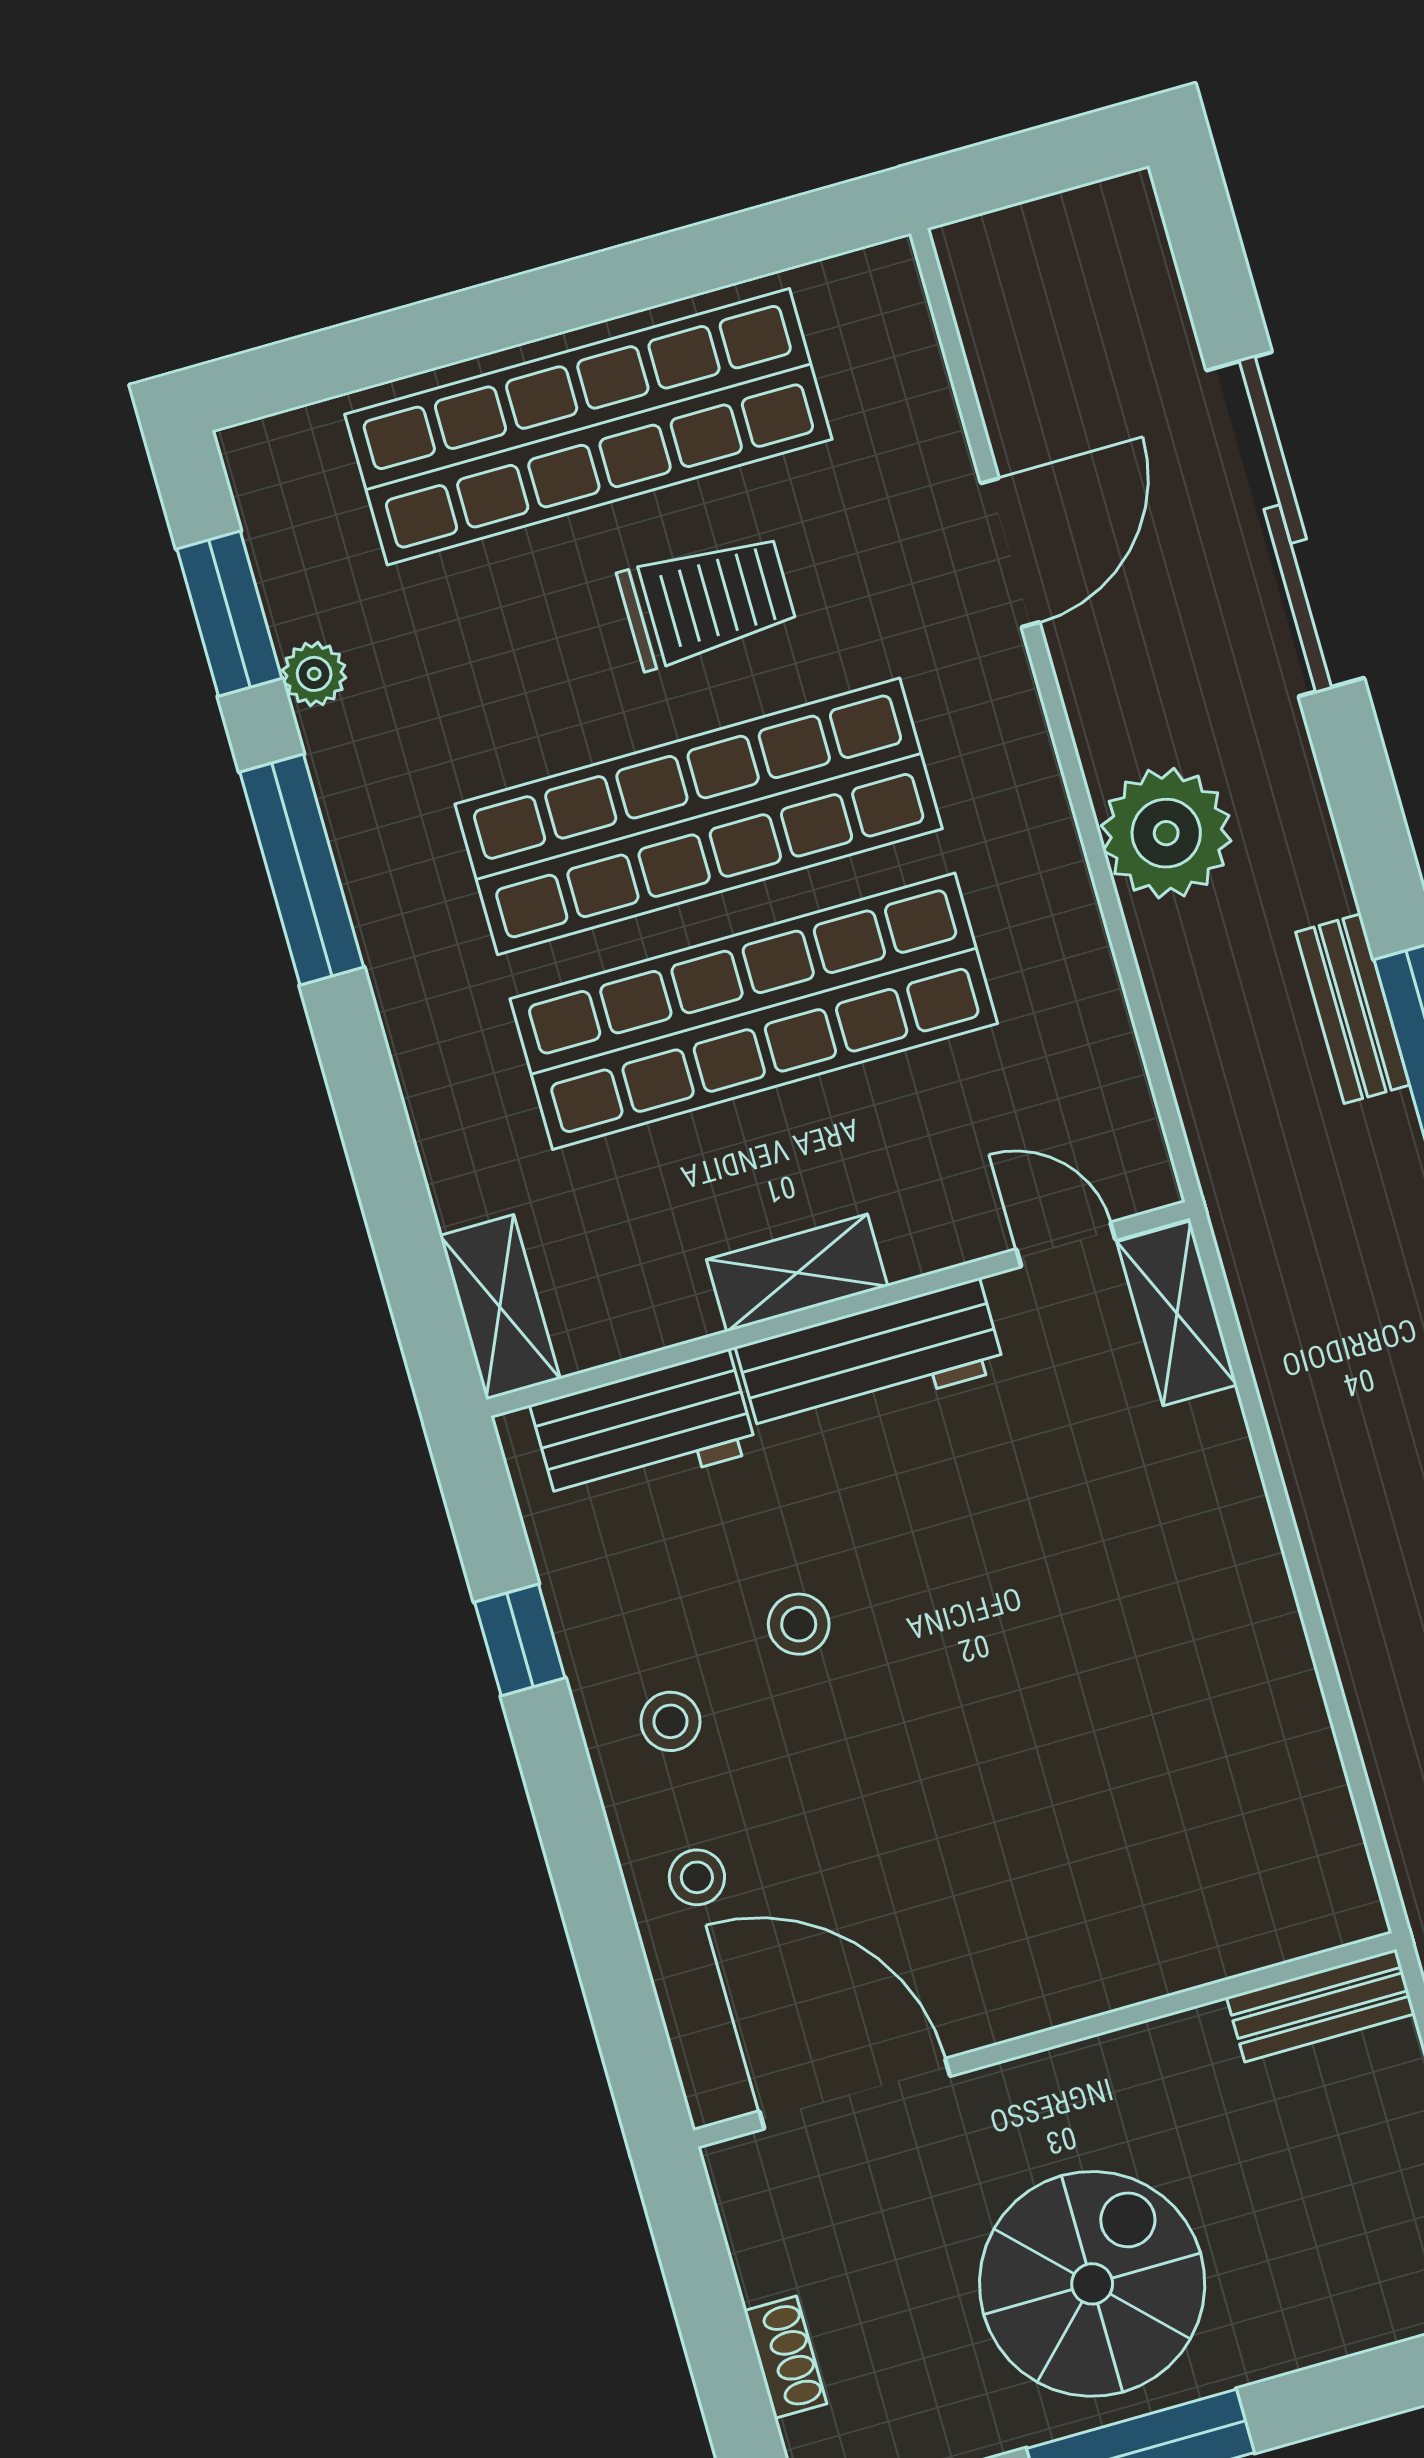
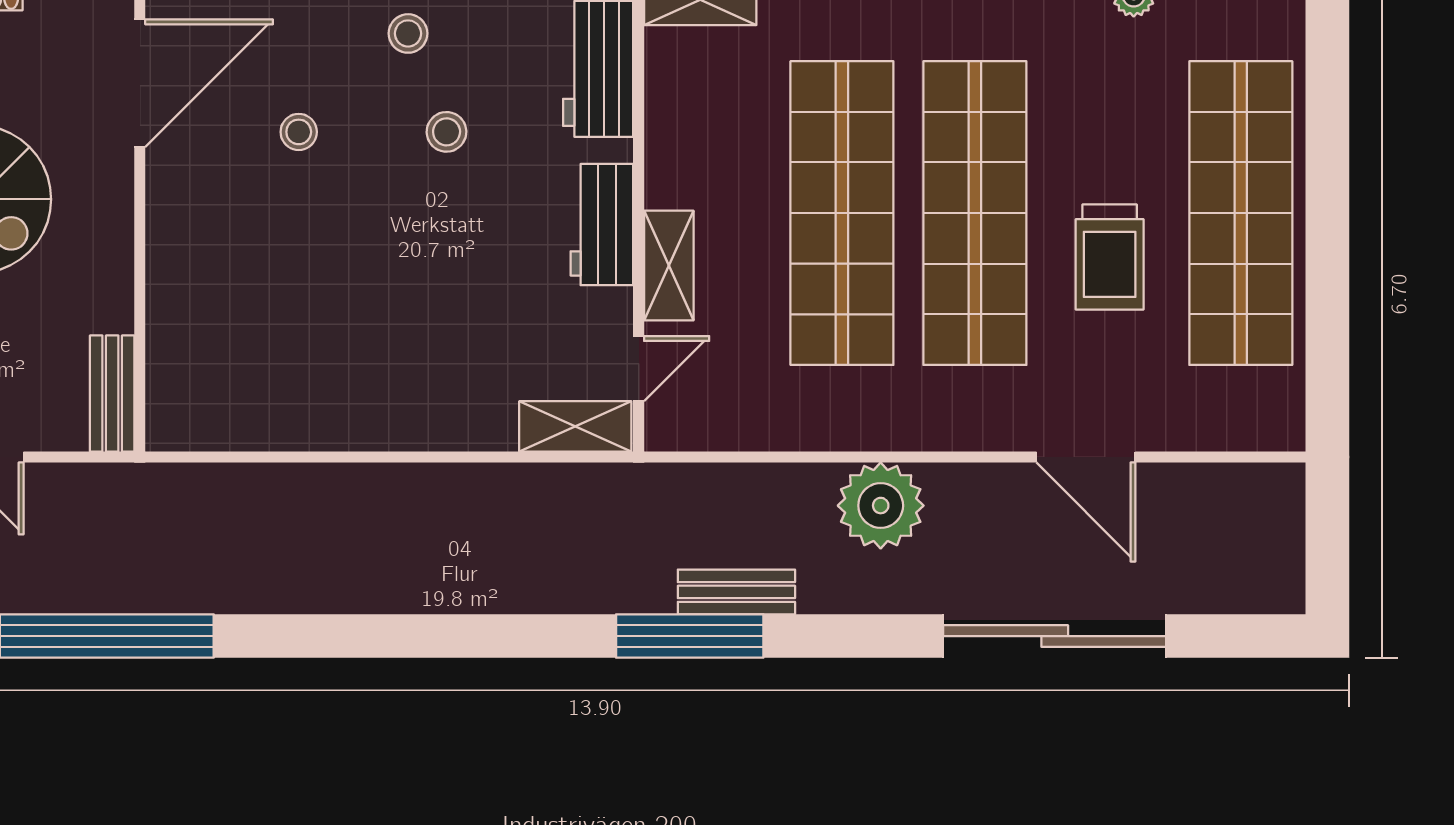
shelving: (797, 1273) -> (669, 266), moved
workbench: (870, 1358) -> (602, 225), width x0.73
stool: (697, 1877) -> (299, 132), moved

